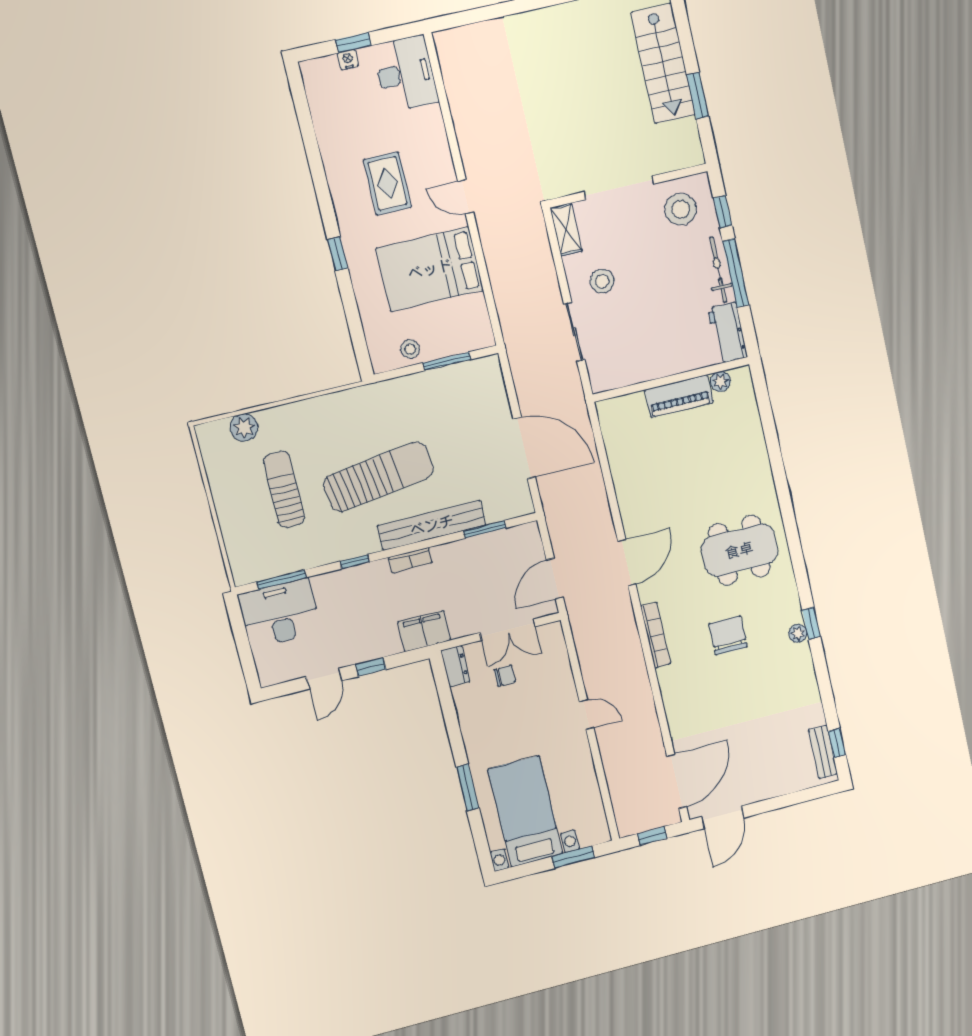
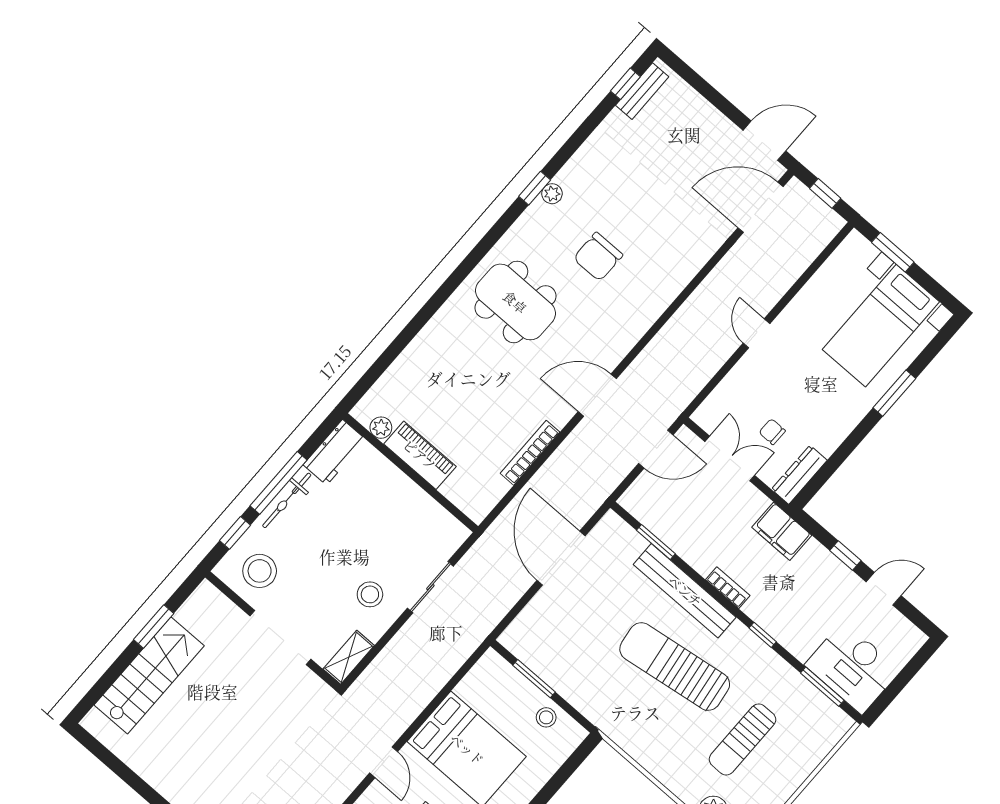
bookcase: (656, 635) -> (530, 453), moved
dresser: (456, 666) -> (799, 475), width x1.44

